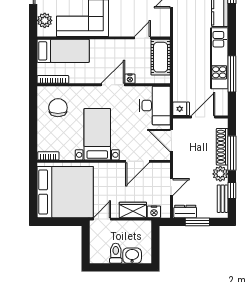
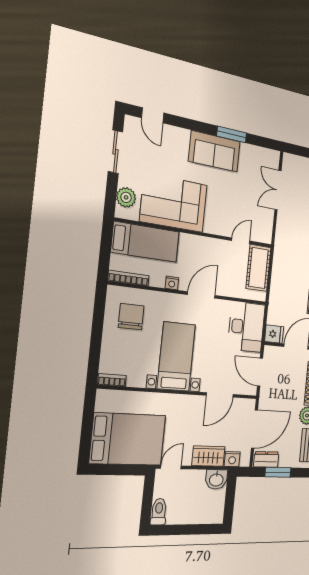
nightstand: (130, 79) -> (172, 283), moved
door: (171, 187) -> (254, 429), width x1.88
bed: (65, 192) -> (128, 439), width x0.73
toilet: (116, 253) -> (159, 512), moved
washbasin: (132, 256) -> (216, 479), moved, turned 180

